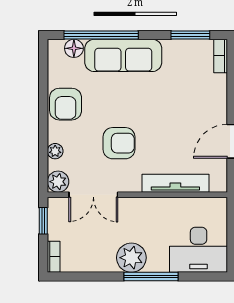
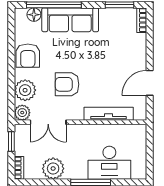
armchair: (119, 143) -> (67, 84), turned 180
plant: (55, 151) -> (25, 90), width x1.87, depth x1.87
desk: (199, 250) -> (109, 163), moved
plant: (131, 258) -> (53, 168), moved

